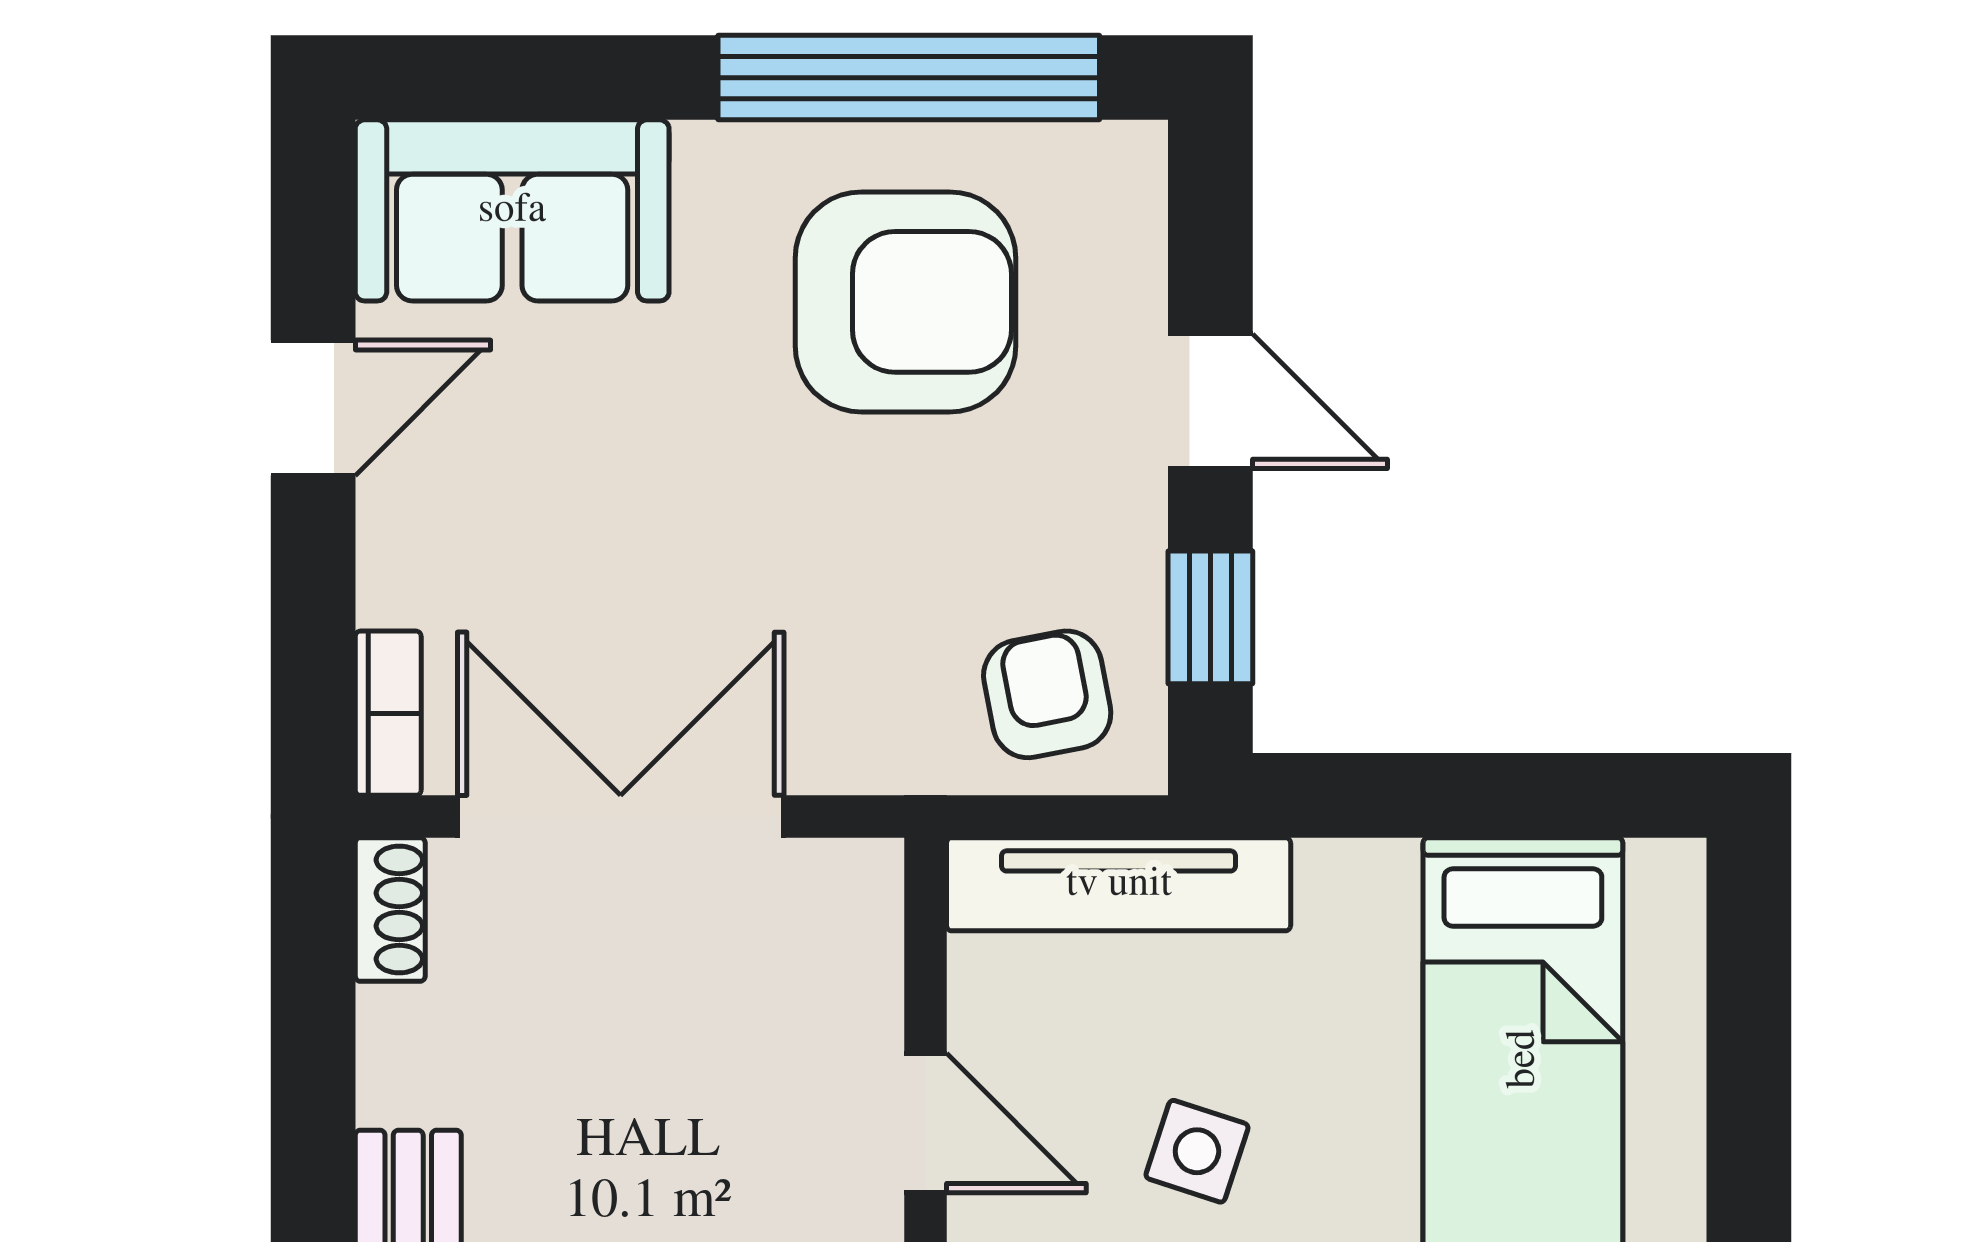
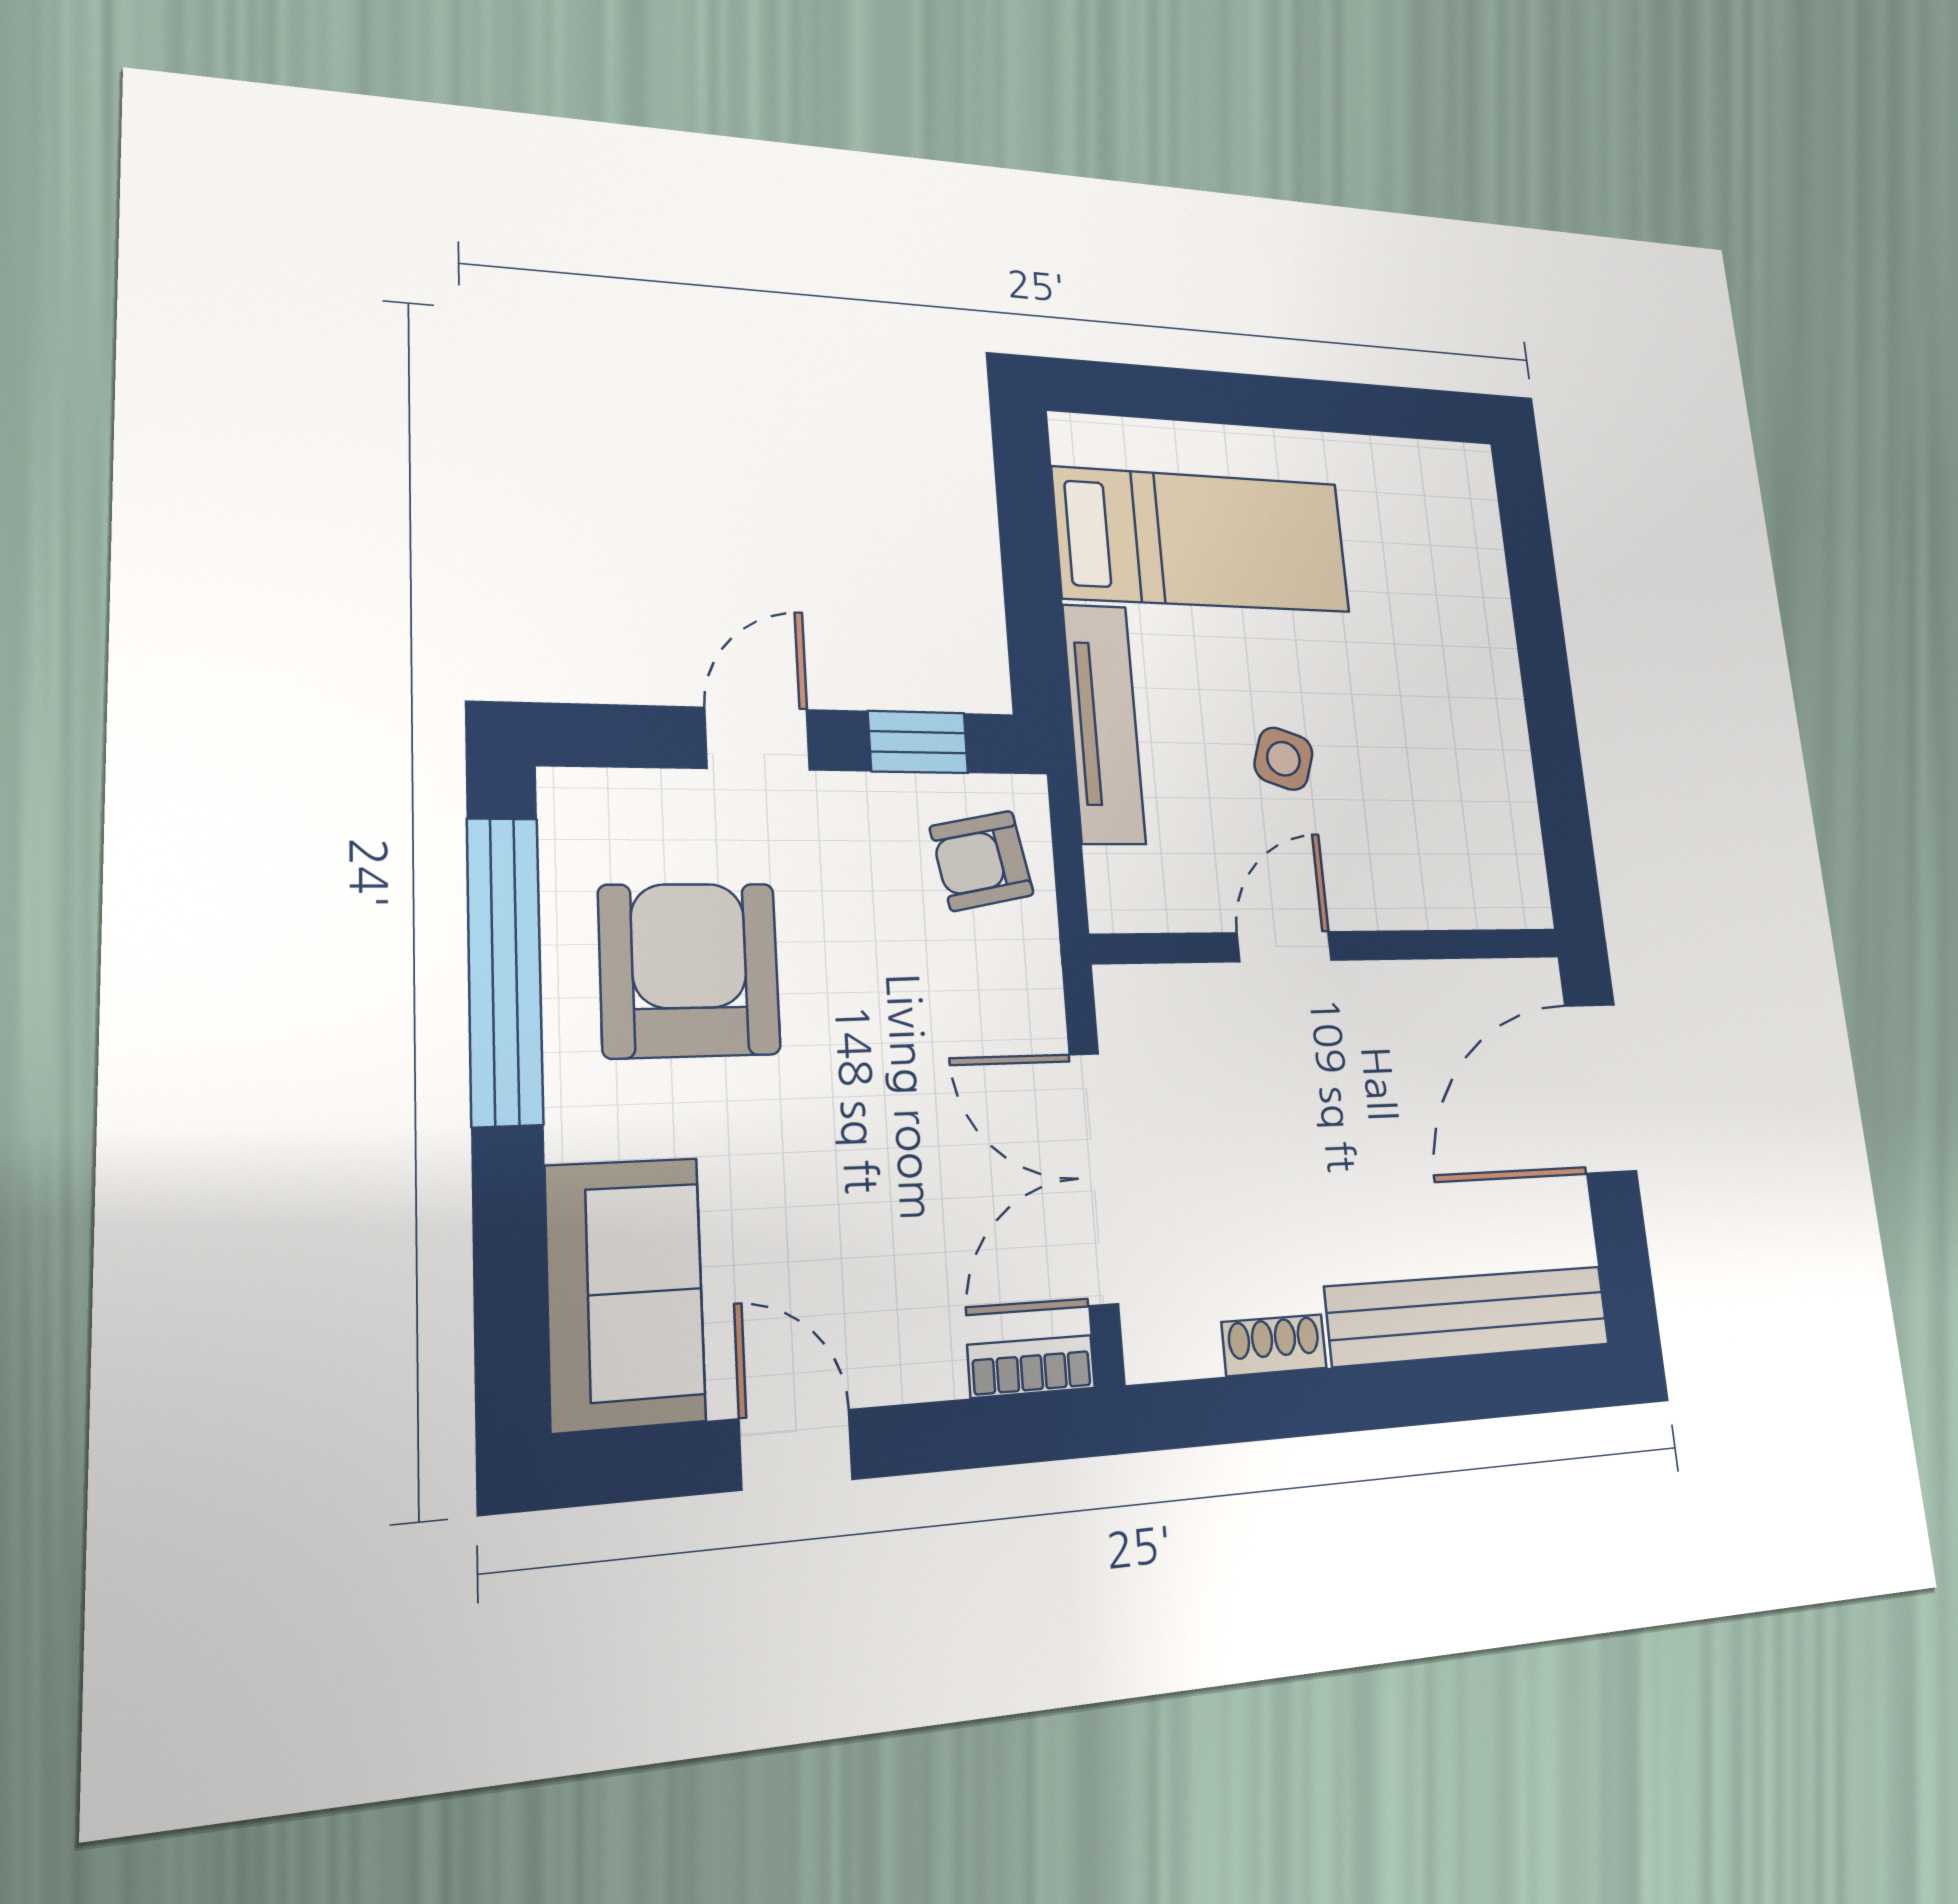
tv unit: (1119, 884) -> (1104, 724), moved
shoe rack: (390, 909) -> (1274, 1345), moved

